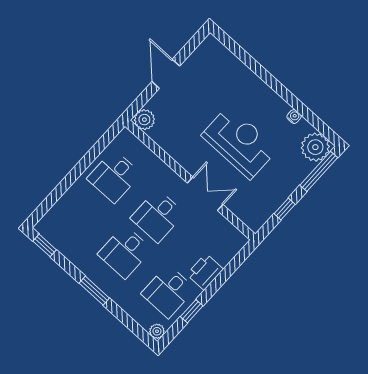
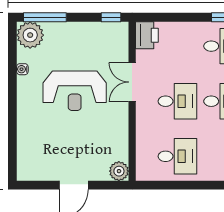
reception desk: (240, 142) -> (75, 91), turned -90
window: (285, 209) -> (111, 17), moved
printer: (205, 272) -> (147, 35), moved, turned -90

